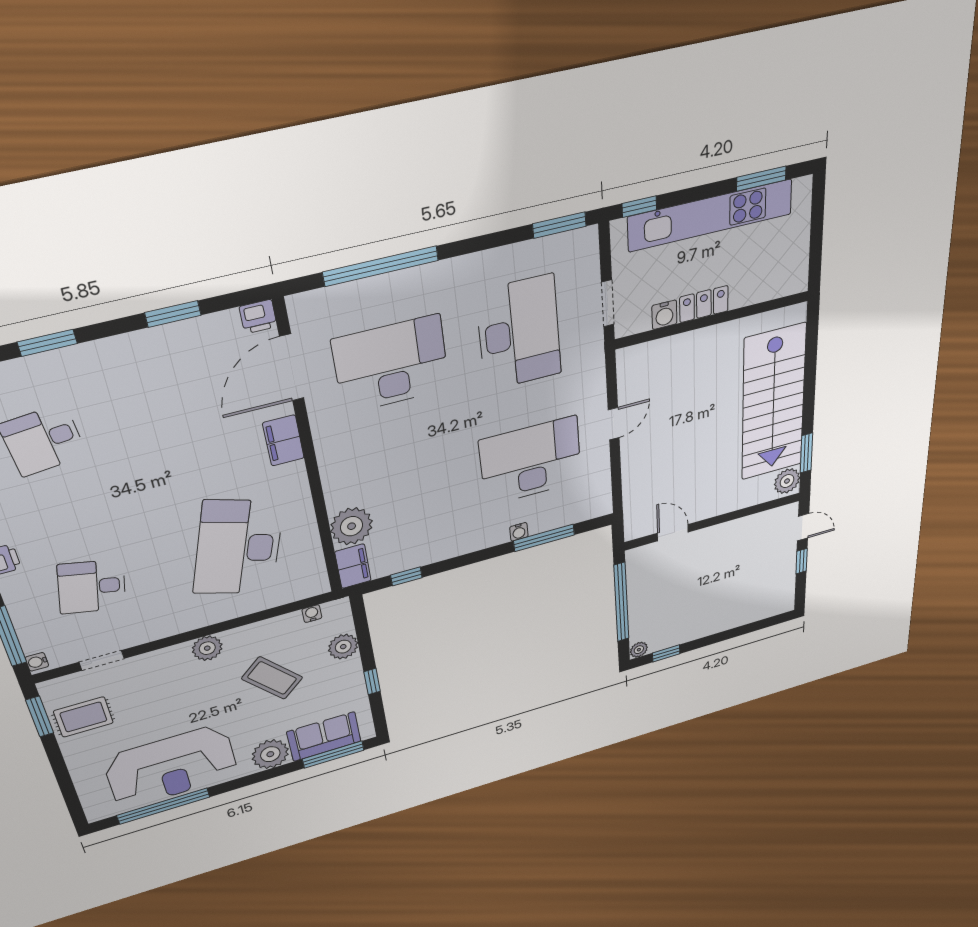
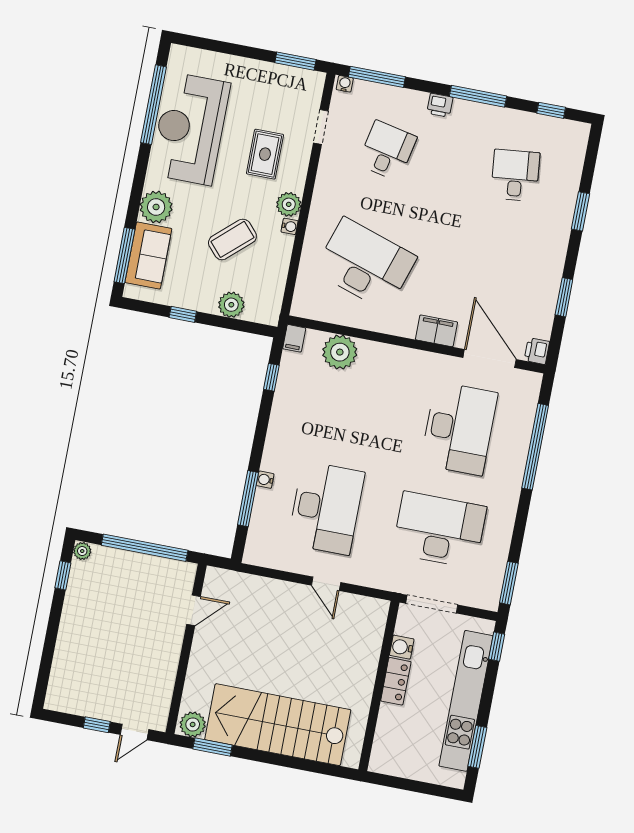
doorway: (608, 303) -> (432, 604), width x1.38
desk: (519, 333) -> (439, 530), turned 180
filing cabinet: (353, 566) -> (294, 338), width x0.50
water cooler: (312, 614) -> (290, 226), moved
rug: (84, 717) -> (265, 154), moved

